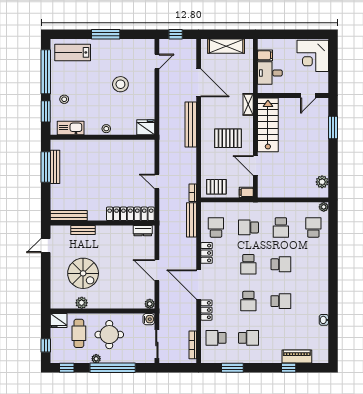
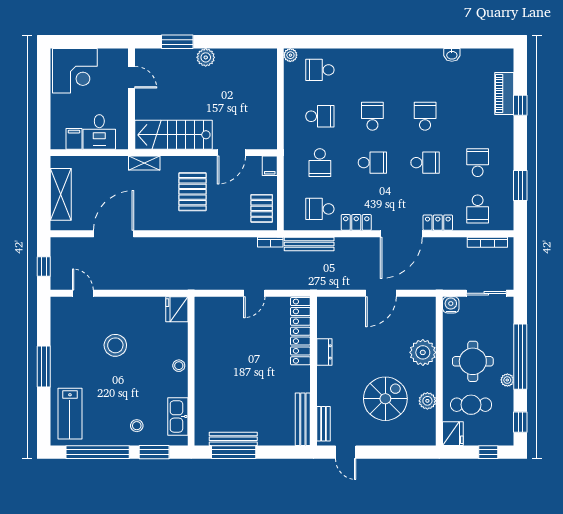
bench: (191, 124) -> (173, 245), removed
plant: (322, 182) -> (206, 57), moved
bench: (83, 230) -> (323, 424), moved
dresser: (143, 231) -> (324, 352), moved
plant: (150, 304) -> (423, 352), moved, width x1.88, depth x1.88

